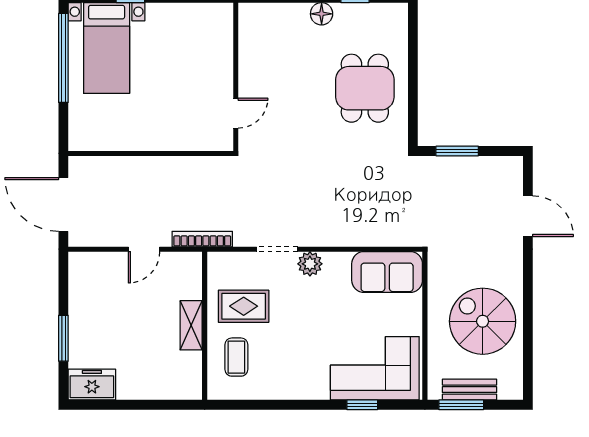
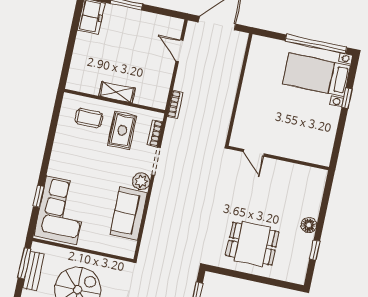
bookcase: (202, 239) -> (175, 105), width x0.64
door: (144, 249) -> (179, 51), moved
bookcase: (238, 259) -> (155, 133), added
sofa: (387, 272) -> (129, 214), moved

